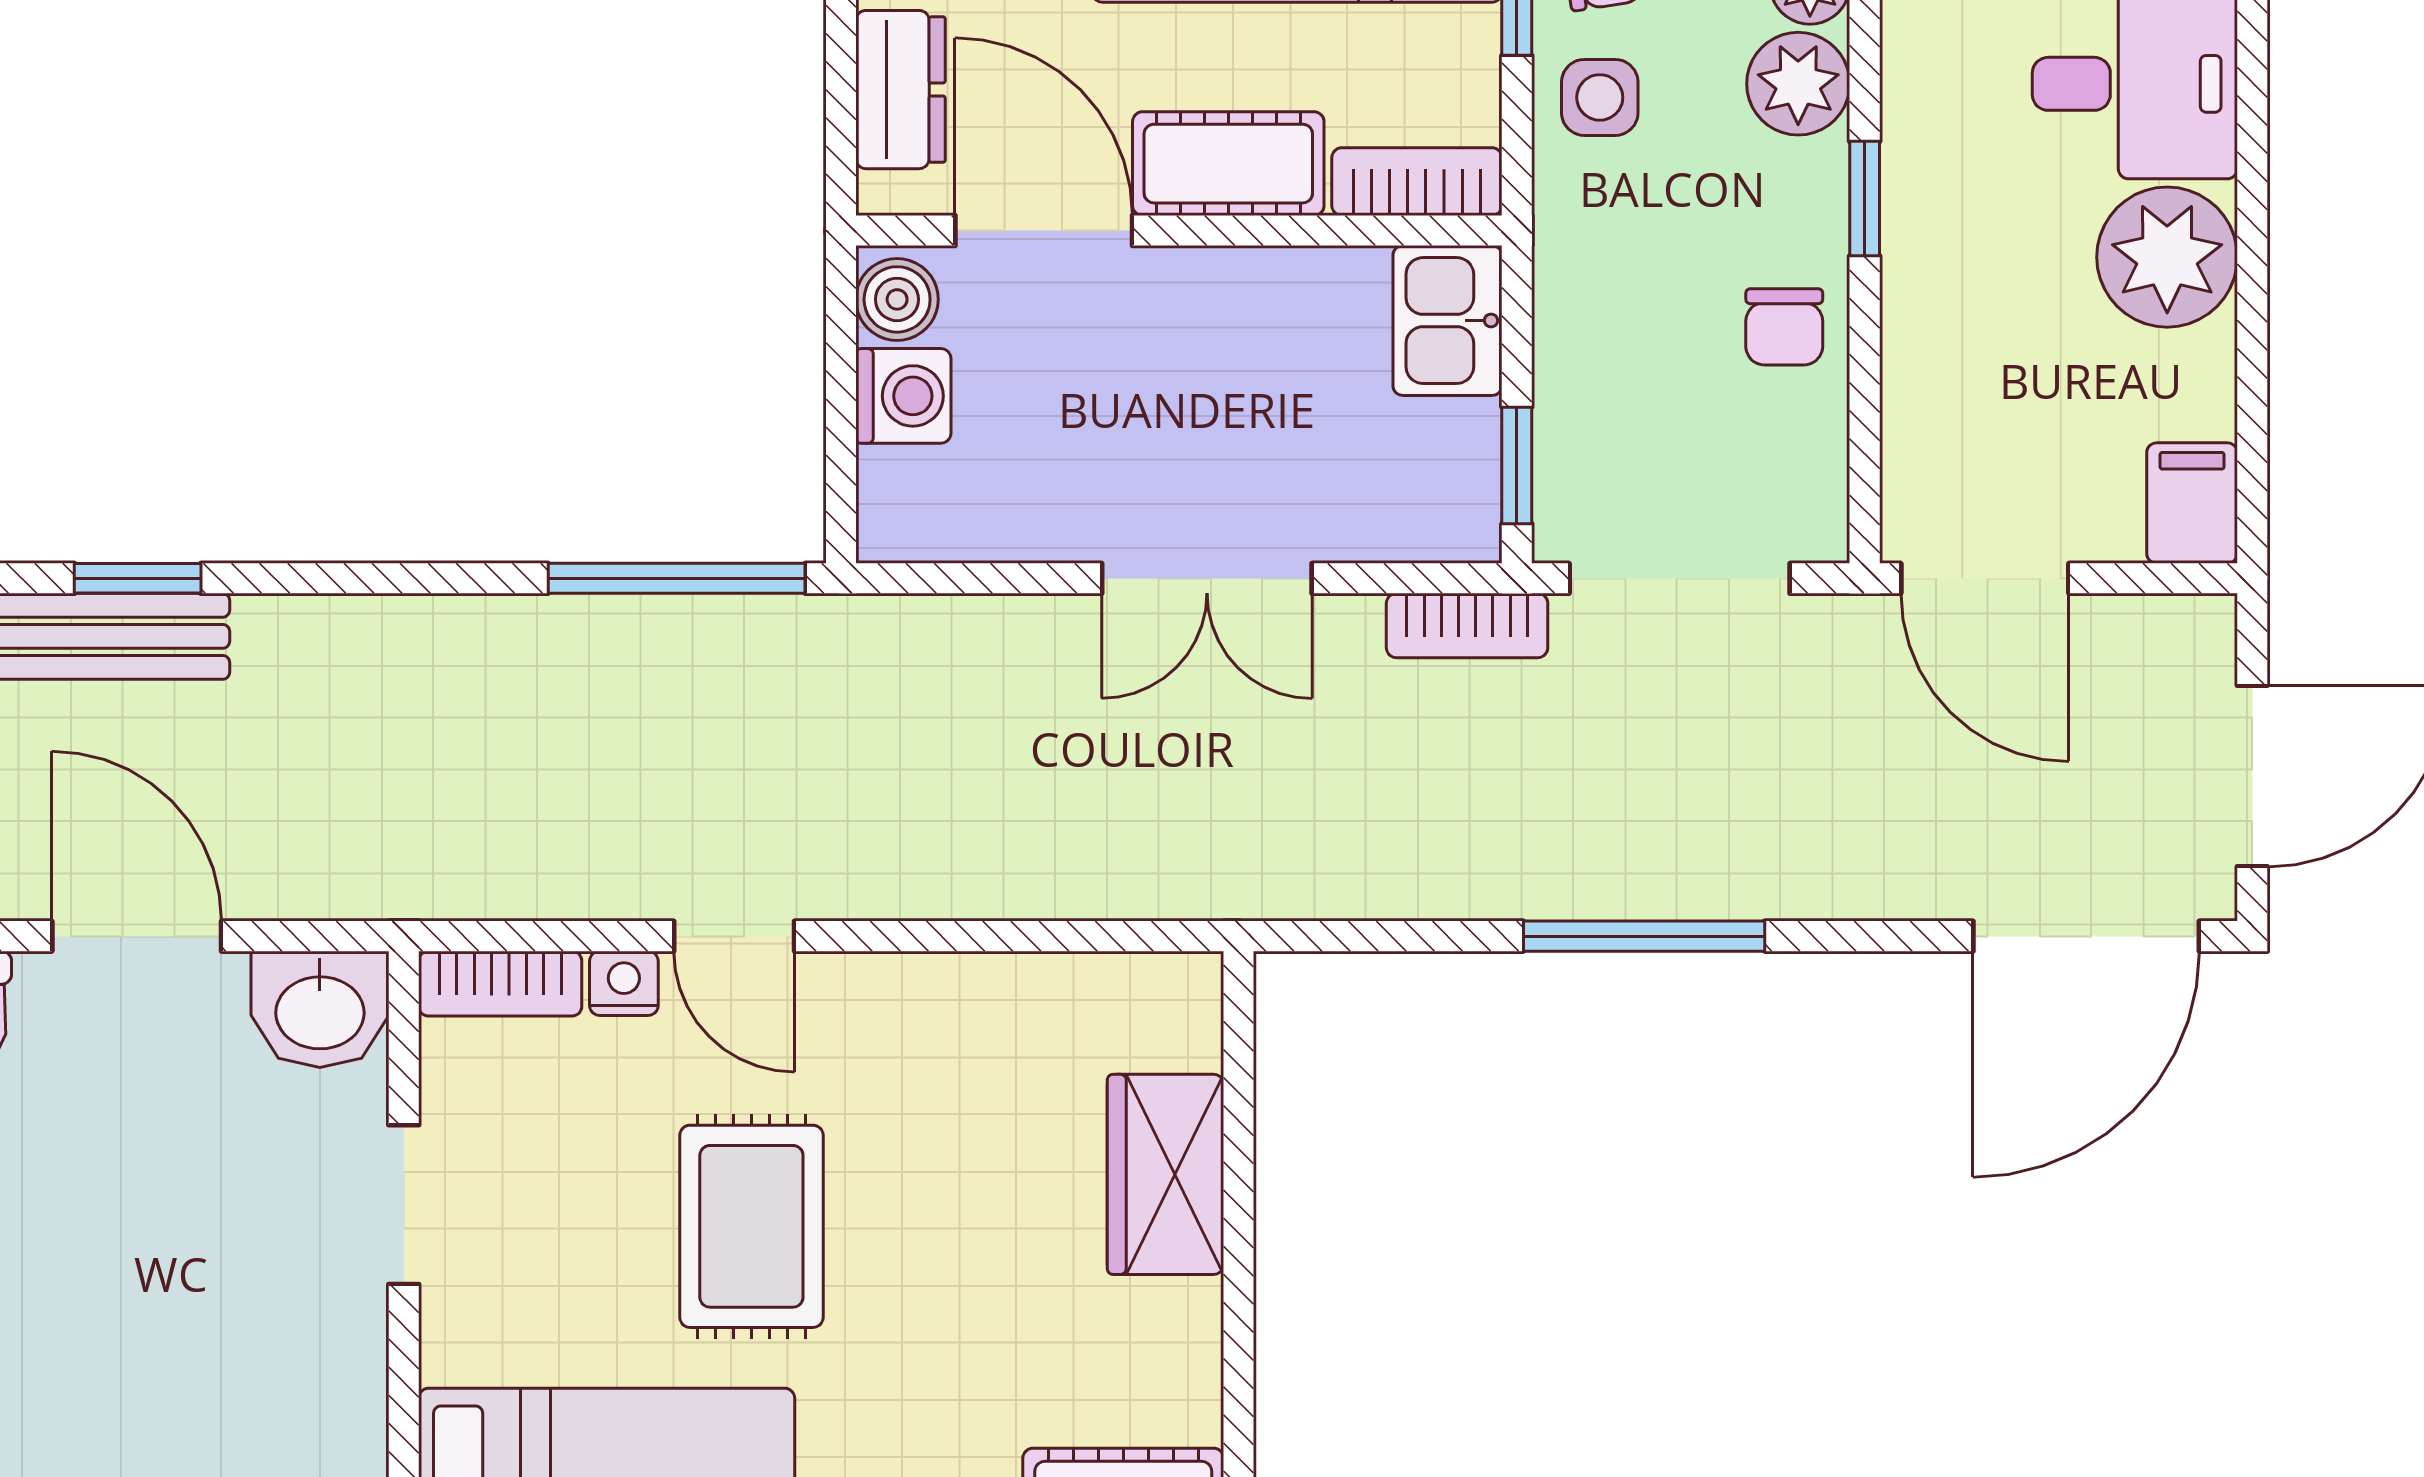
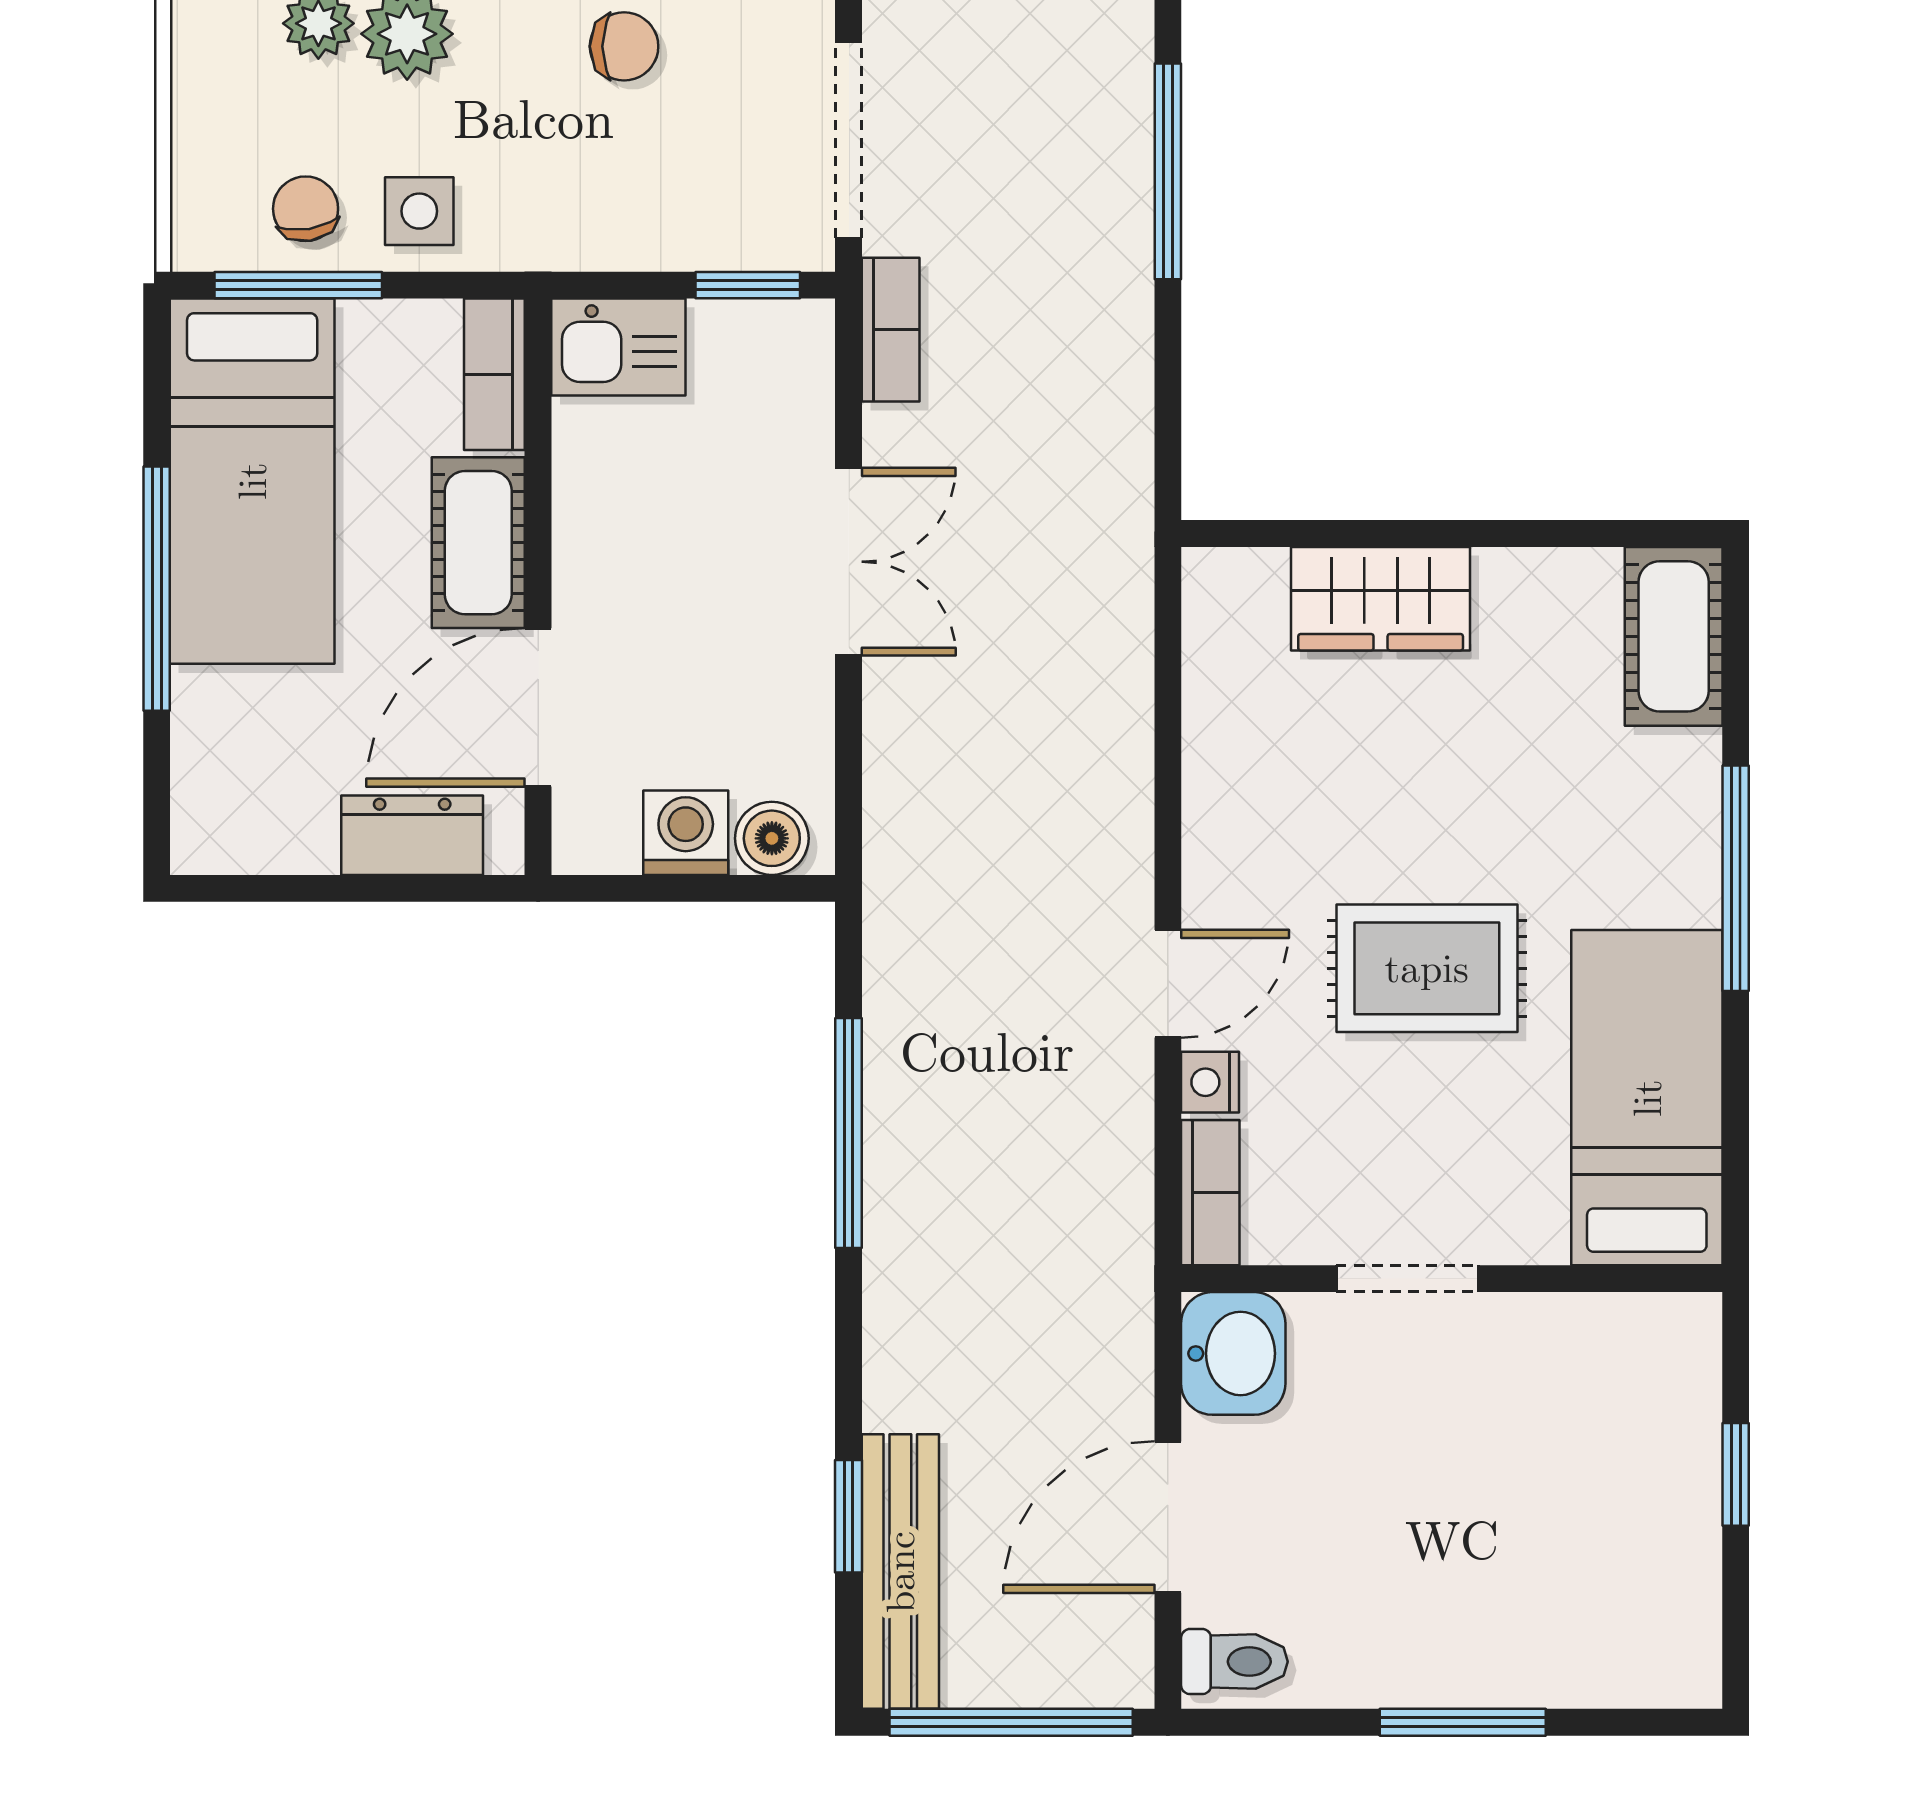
boiler: (897, 299) -> (772, 838), moved
window: (677, 578) -> (849, 1133), moved

